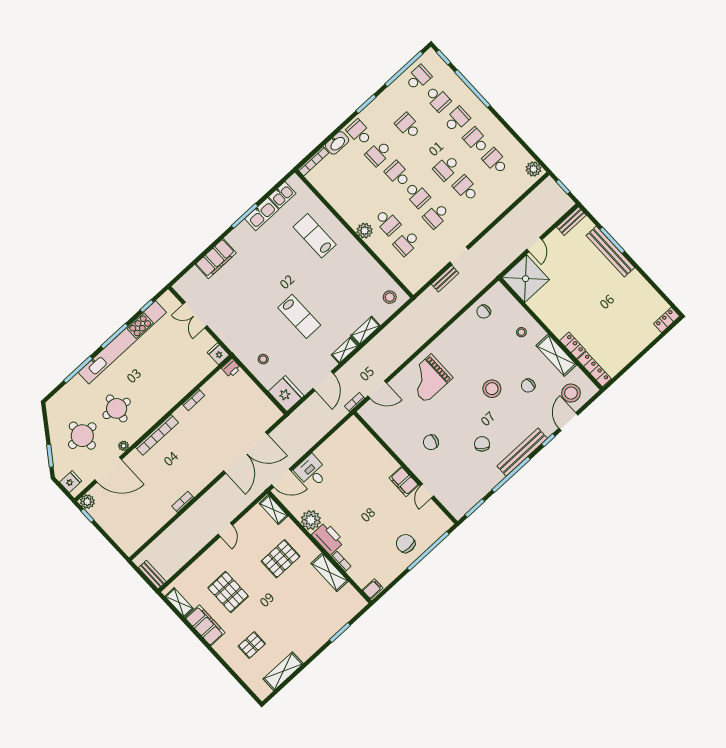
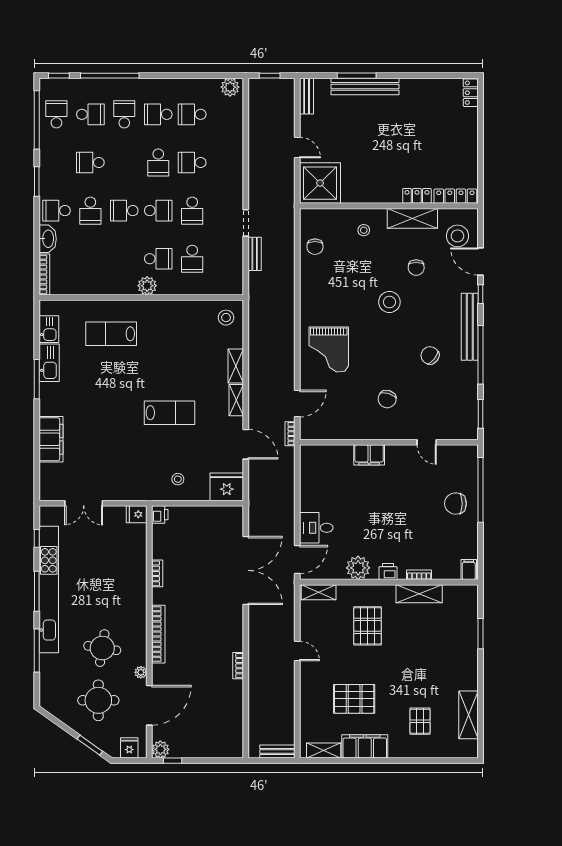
filing cabinet: (404, 482) -> (369, 455), moved
printer: (328, 538) -> (388, 572), width x0.53, depth x0.68

